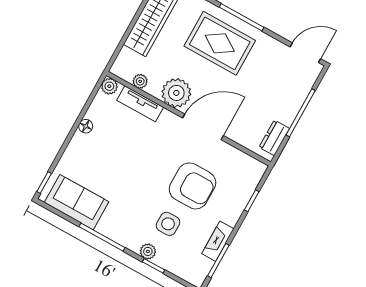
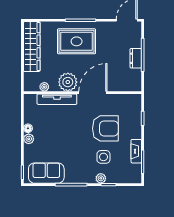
plant: (109, 86) -> (29, 139), moved
tv unit: (140, 104) -> (57, 99), width x1.41
dresser: (274, 138) -> (136, 58), moved

